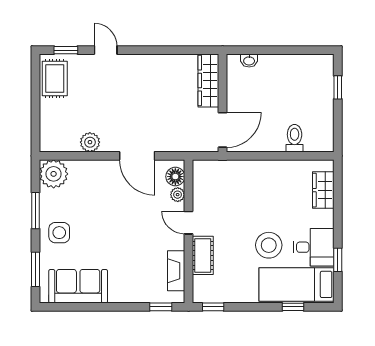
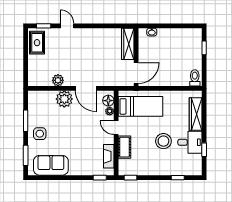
toilet: (295, 138) -> (195, 78), moved
plant: (54, 174) -> (64, 99), moved
wardrobe: (323, 190) -> (196, 114), width x1.50
bed: (297, 284) -> (140, 106), moved, turned 180

